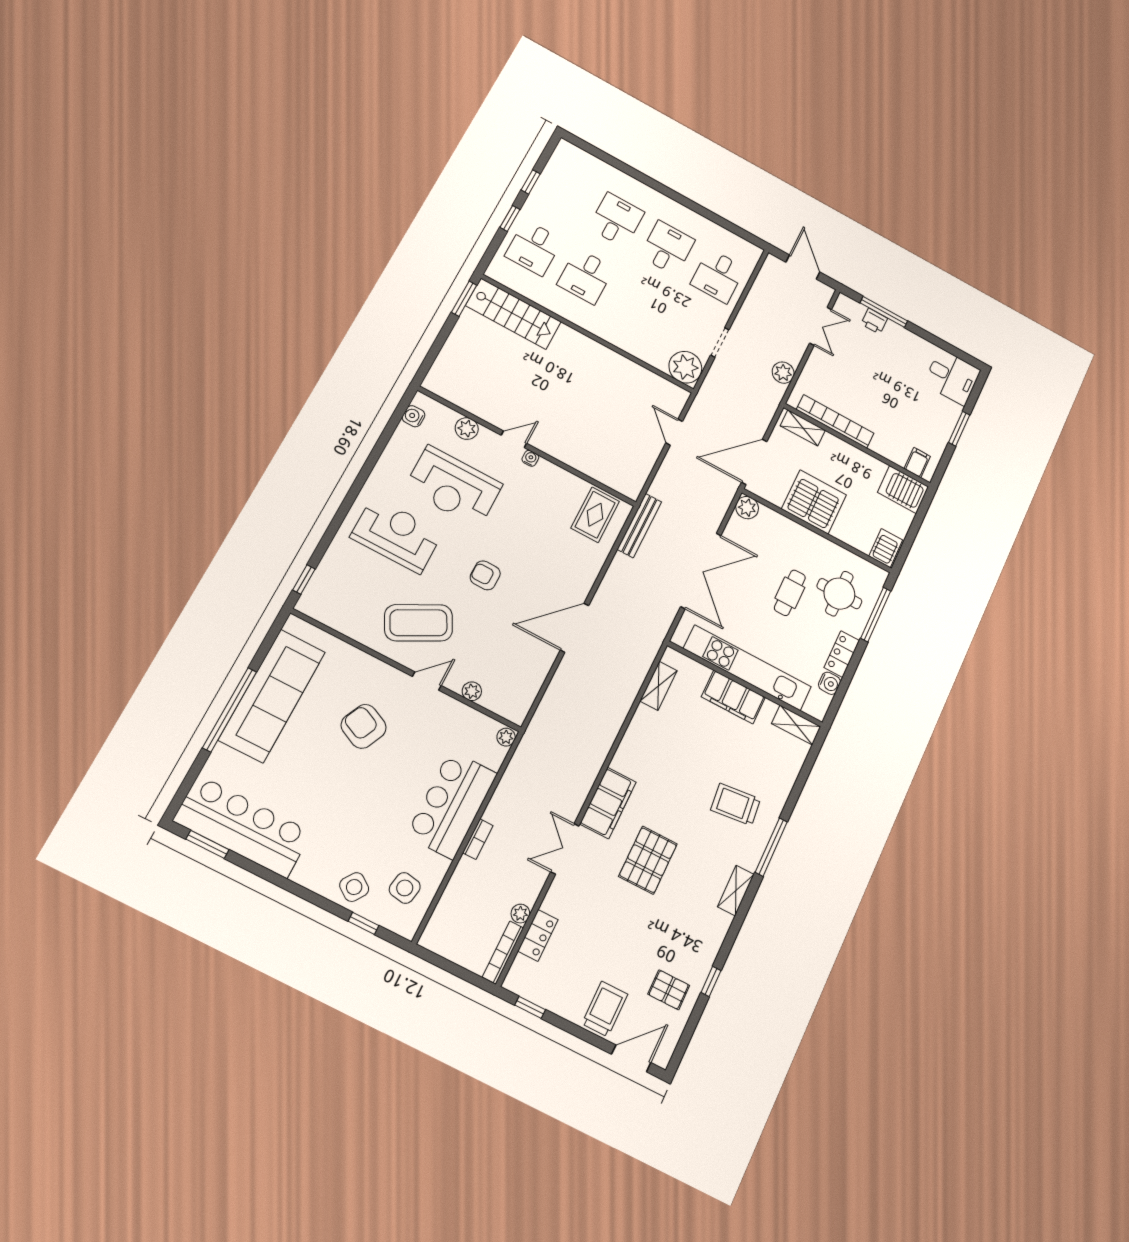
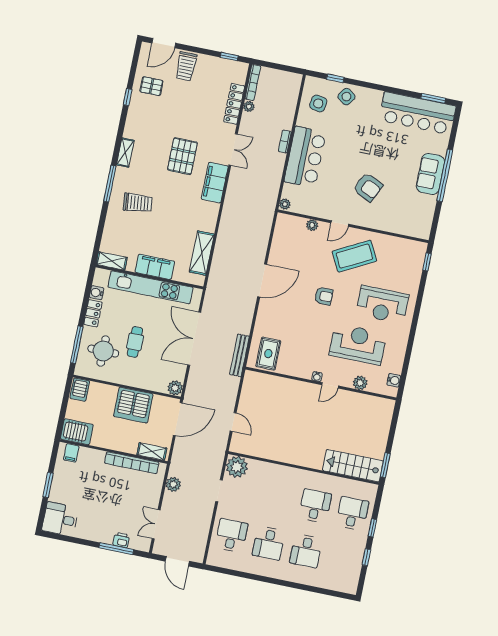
shelving: (658, 686) -> (202, 253), width x1.50, depth x1.33
sofa: (272, 696) -> (430, 174), width x0.54, depth x0.79
locker: (538, 935) -> (234, 104), width x1.53

